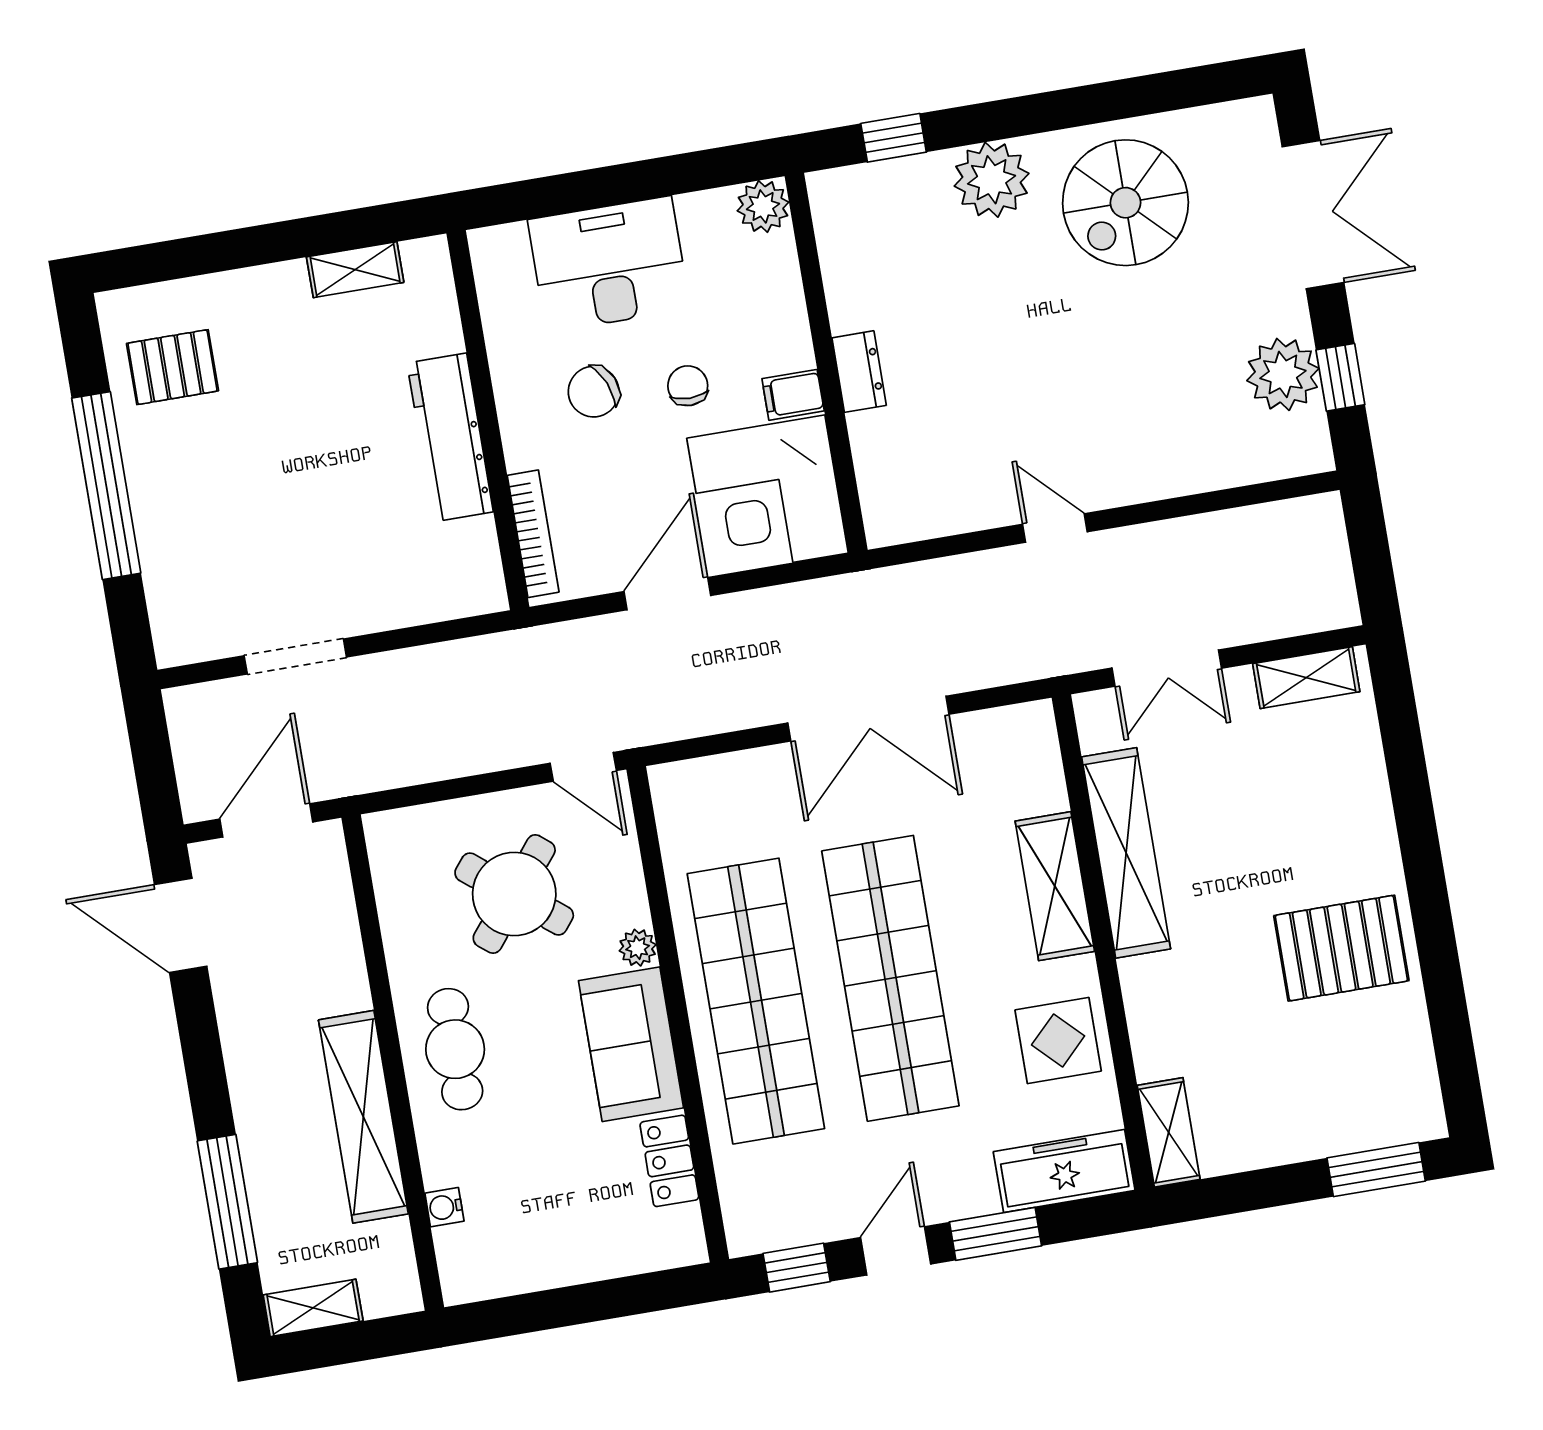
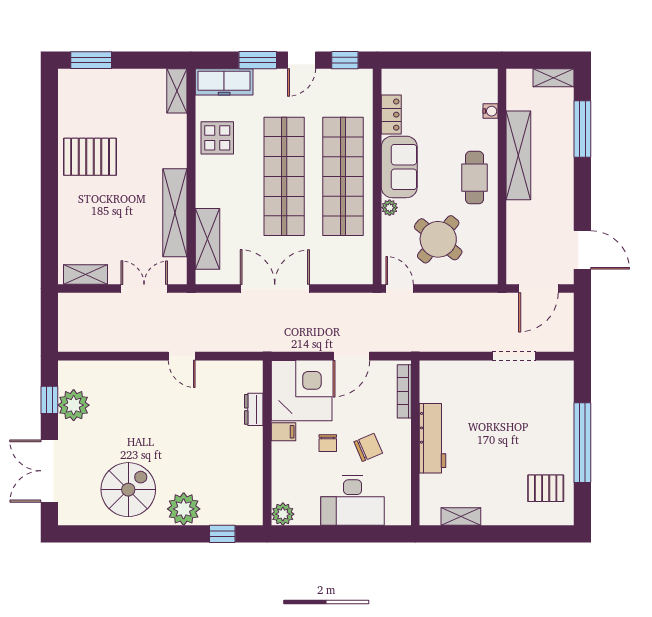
dresser: (859, 372) -> (254, 409), moved
shelving: (1055, 886) -> (208, 239), moved

